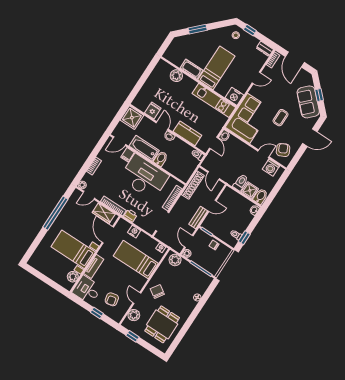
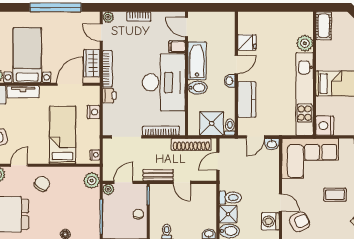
cot: (191, 69) -> (324, 26), moved
kitchen unit: (214, 100) -> (305, 94), width x1.36
shower: (132, 118) -> (212, 123), moved

